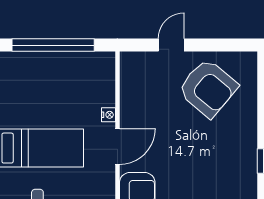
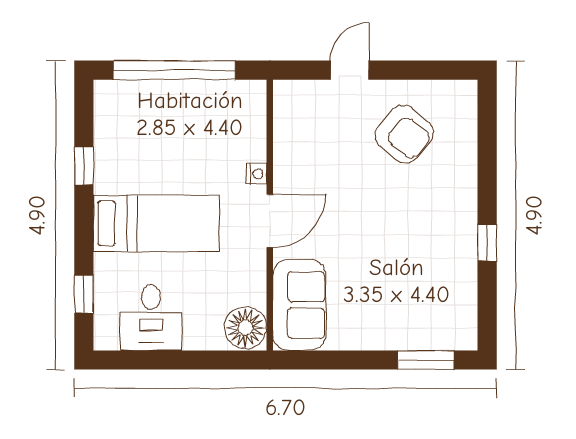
armchair: (208, 88) -> (404, 134), width x0.73, depth x0.73

